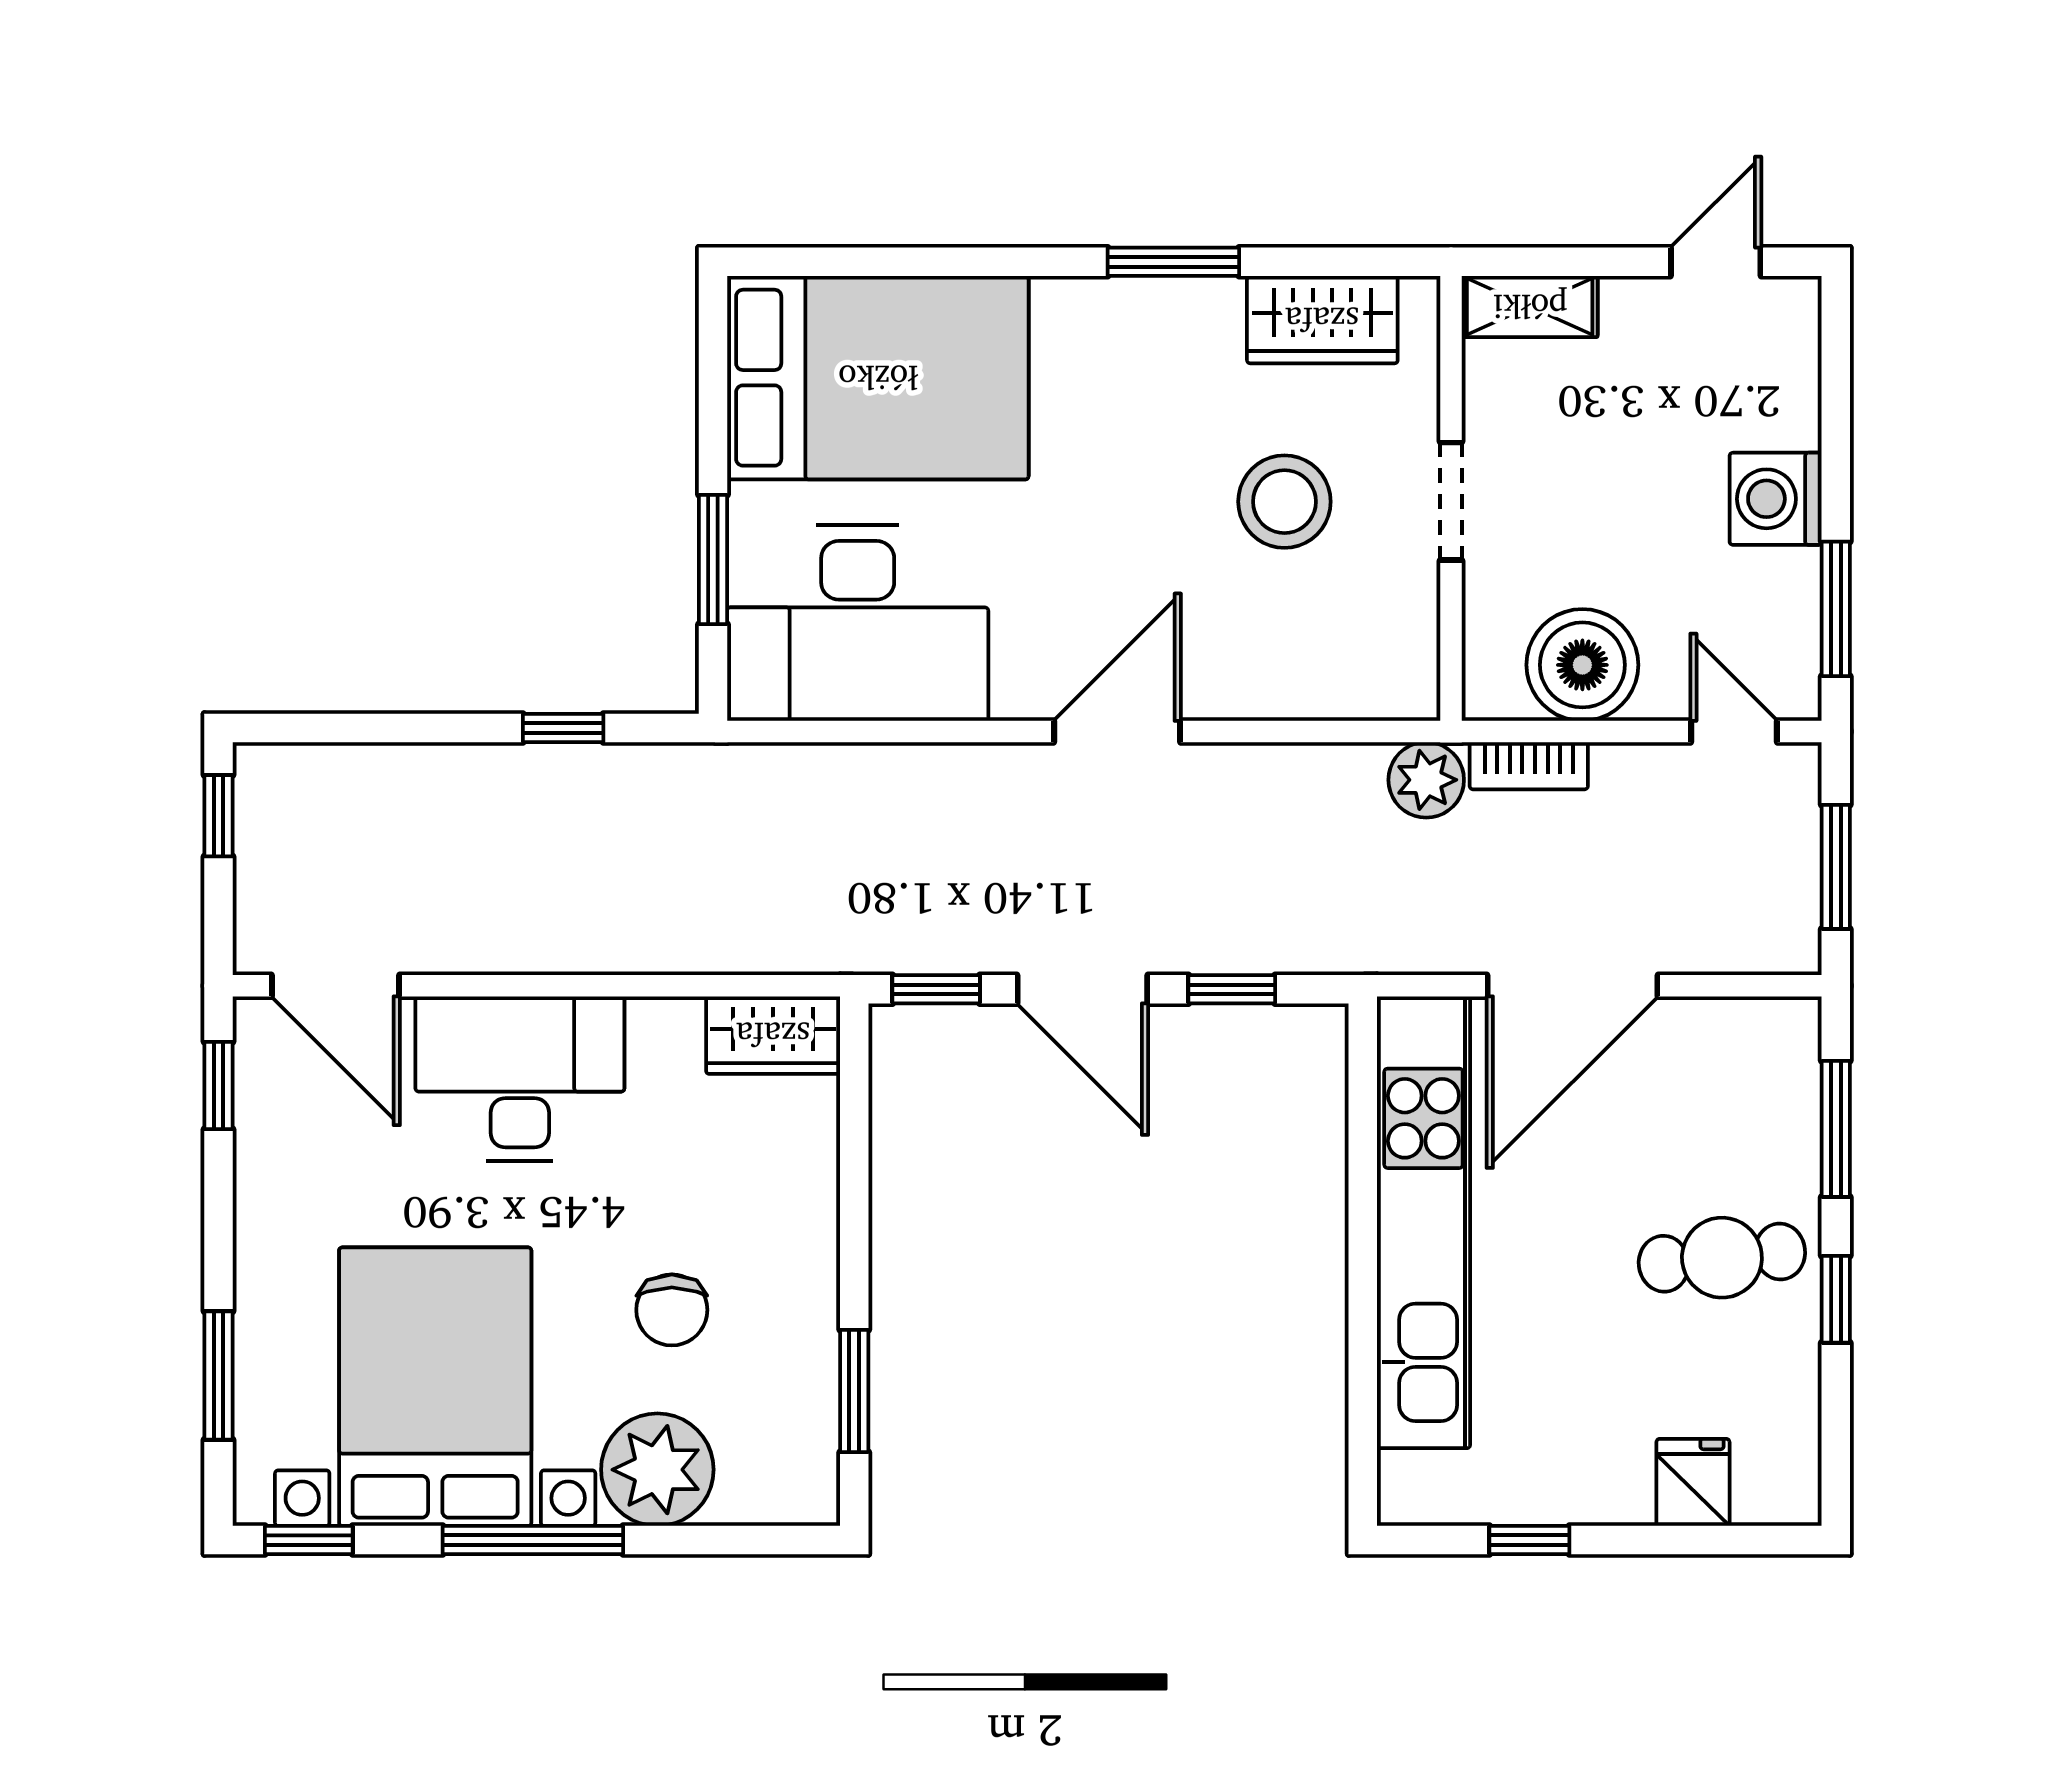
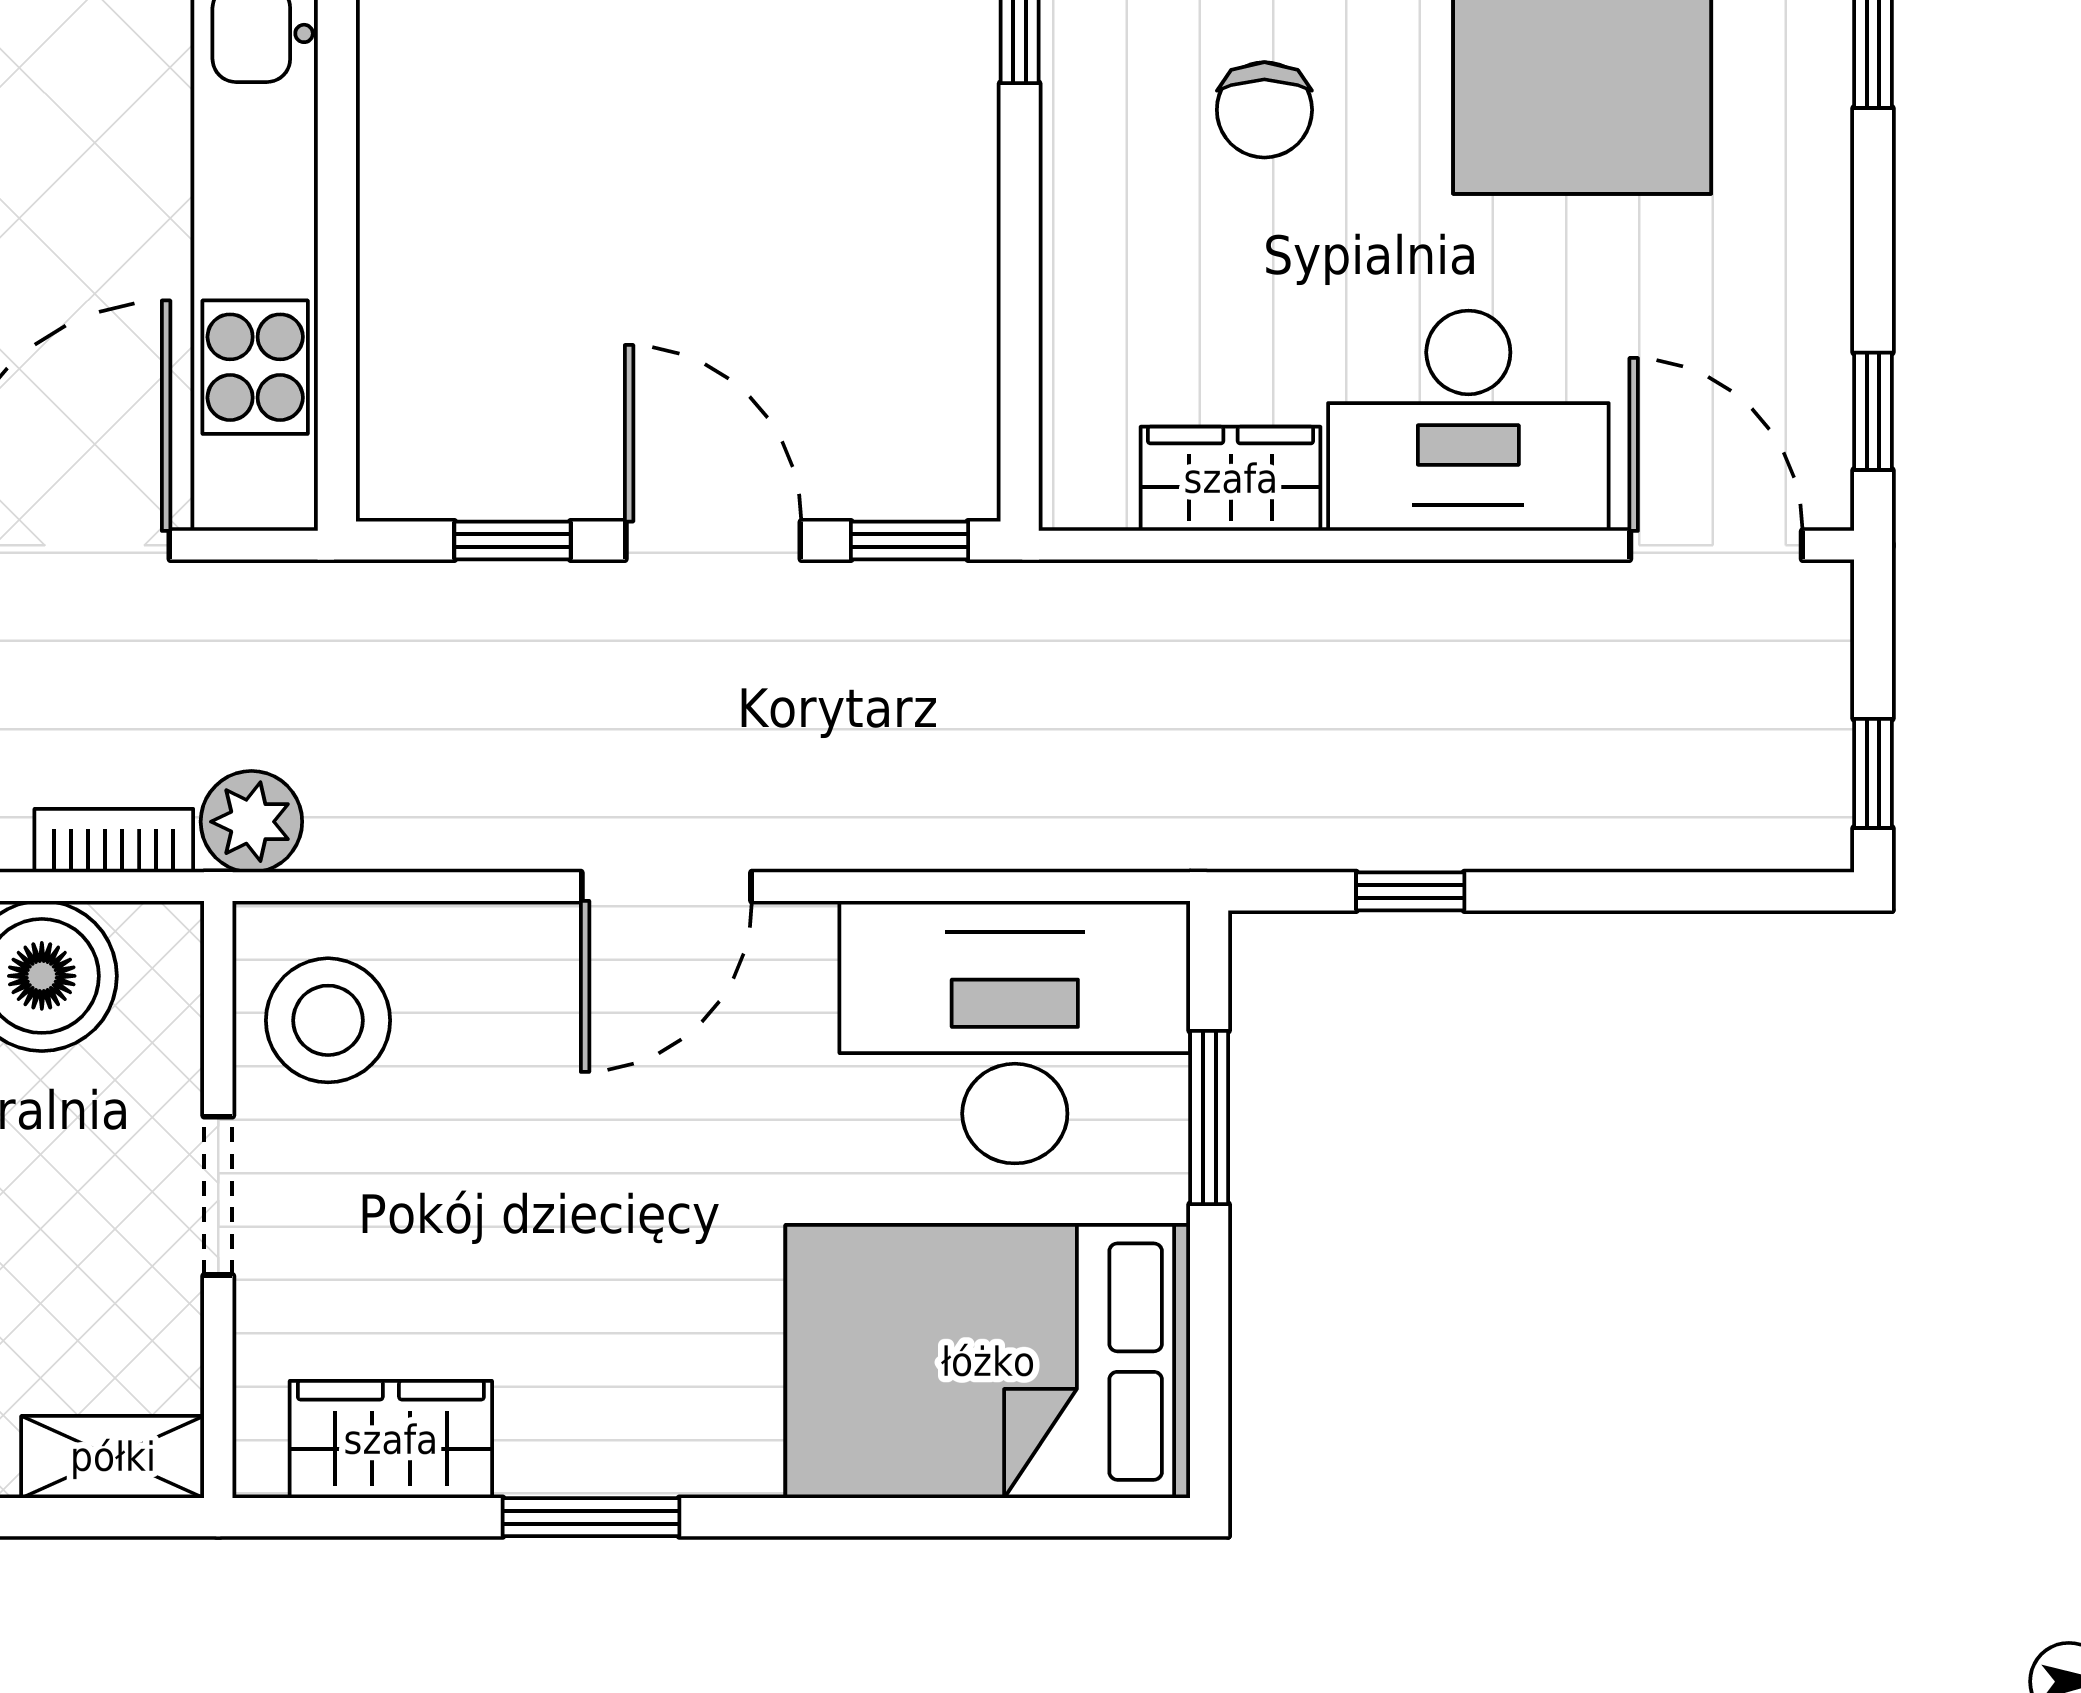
stool: (1284, 502) -> (328, 1020), moved
wardrobe: (773, 1035) -> (1231, 479), moved
chair: (672, 1310) -> (1264, 110), turned 180

